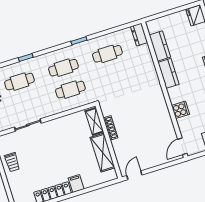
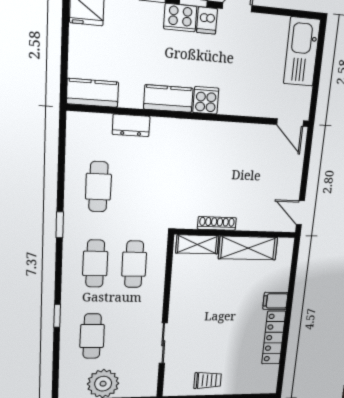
dresser: (139, 35) -> (131, 125), moved
kitchen counter: (160, 46) -> (93, 93), moved
cooker: (181, 110) -> (206, 100), moved

